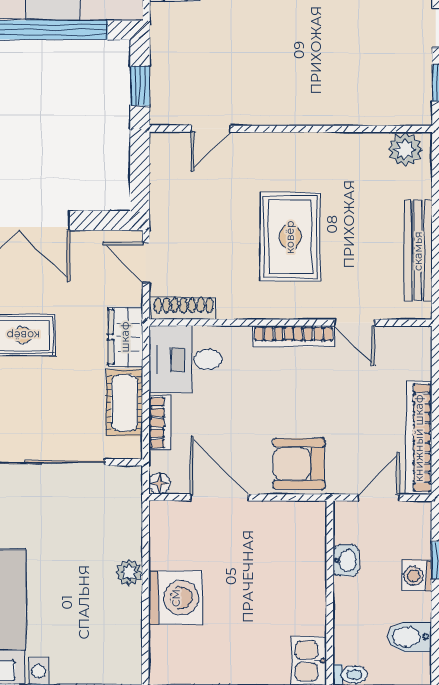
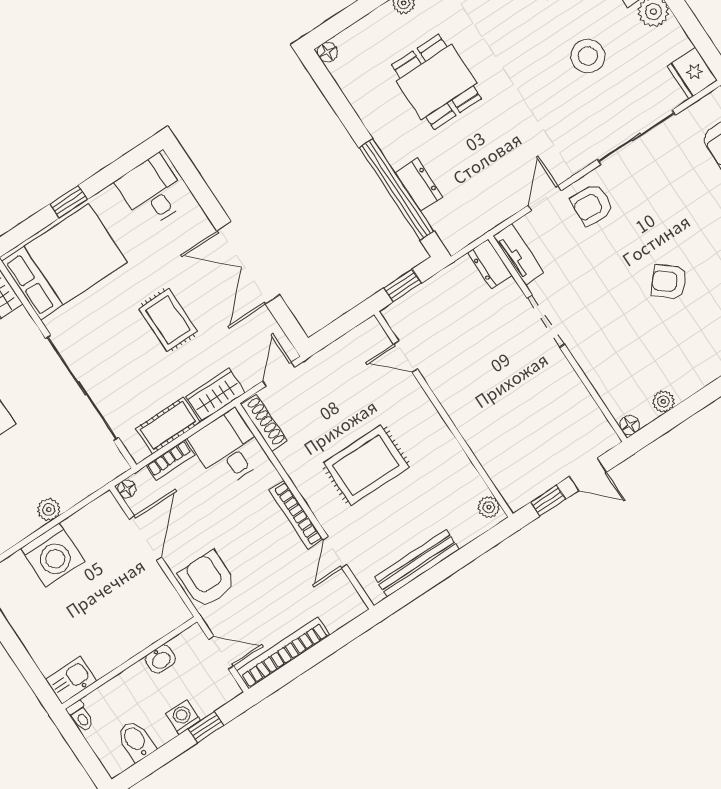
plant: (405, 149) -> (489, 507), width x0.73, depth x0.73

